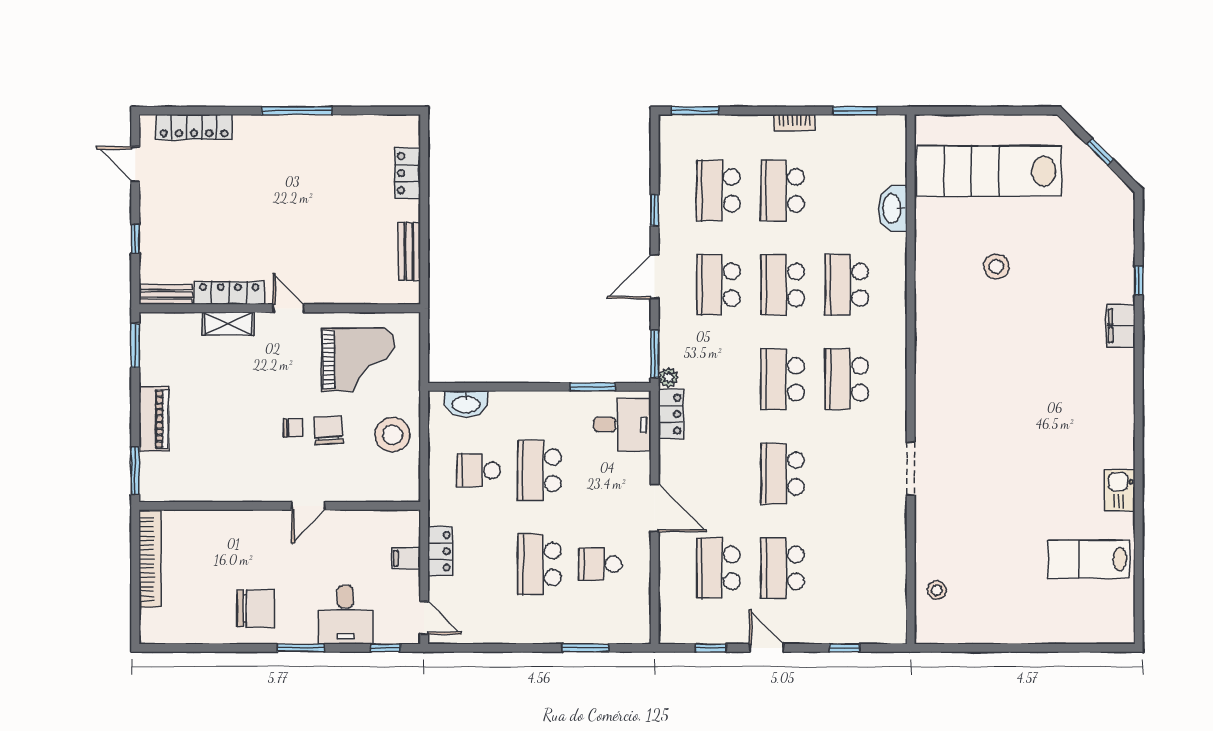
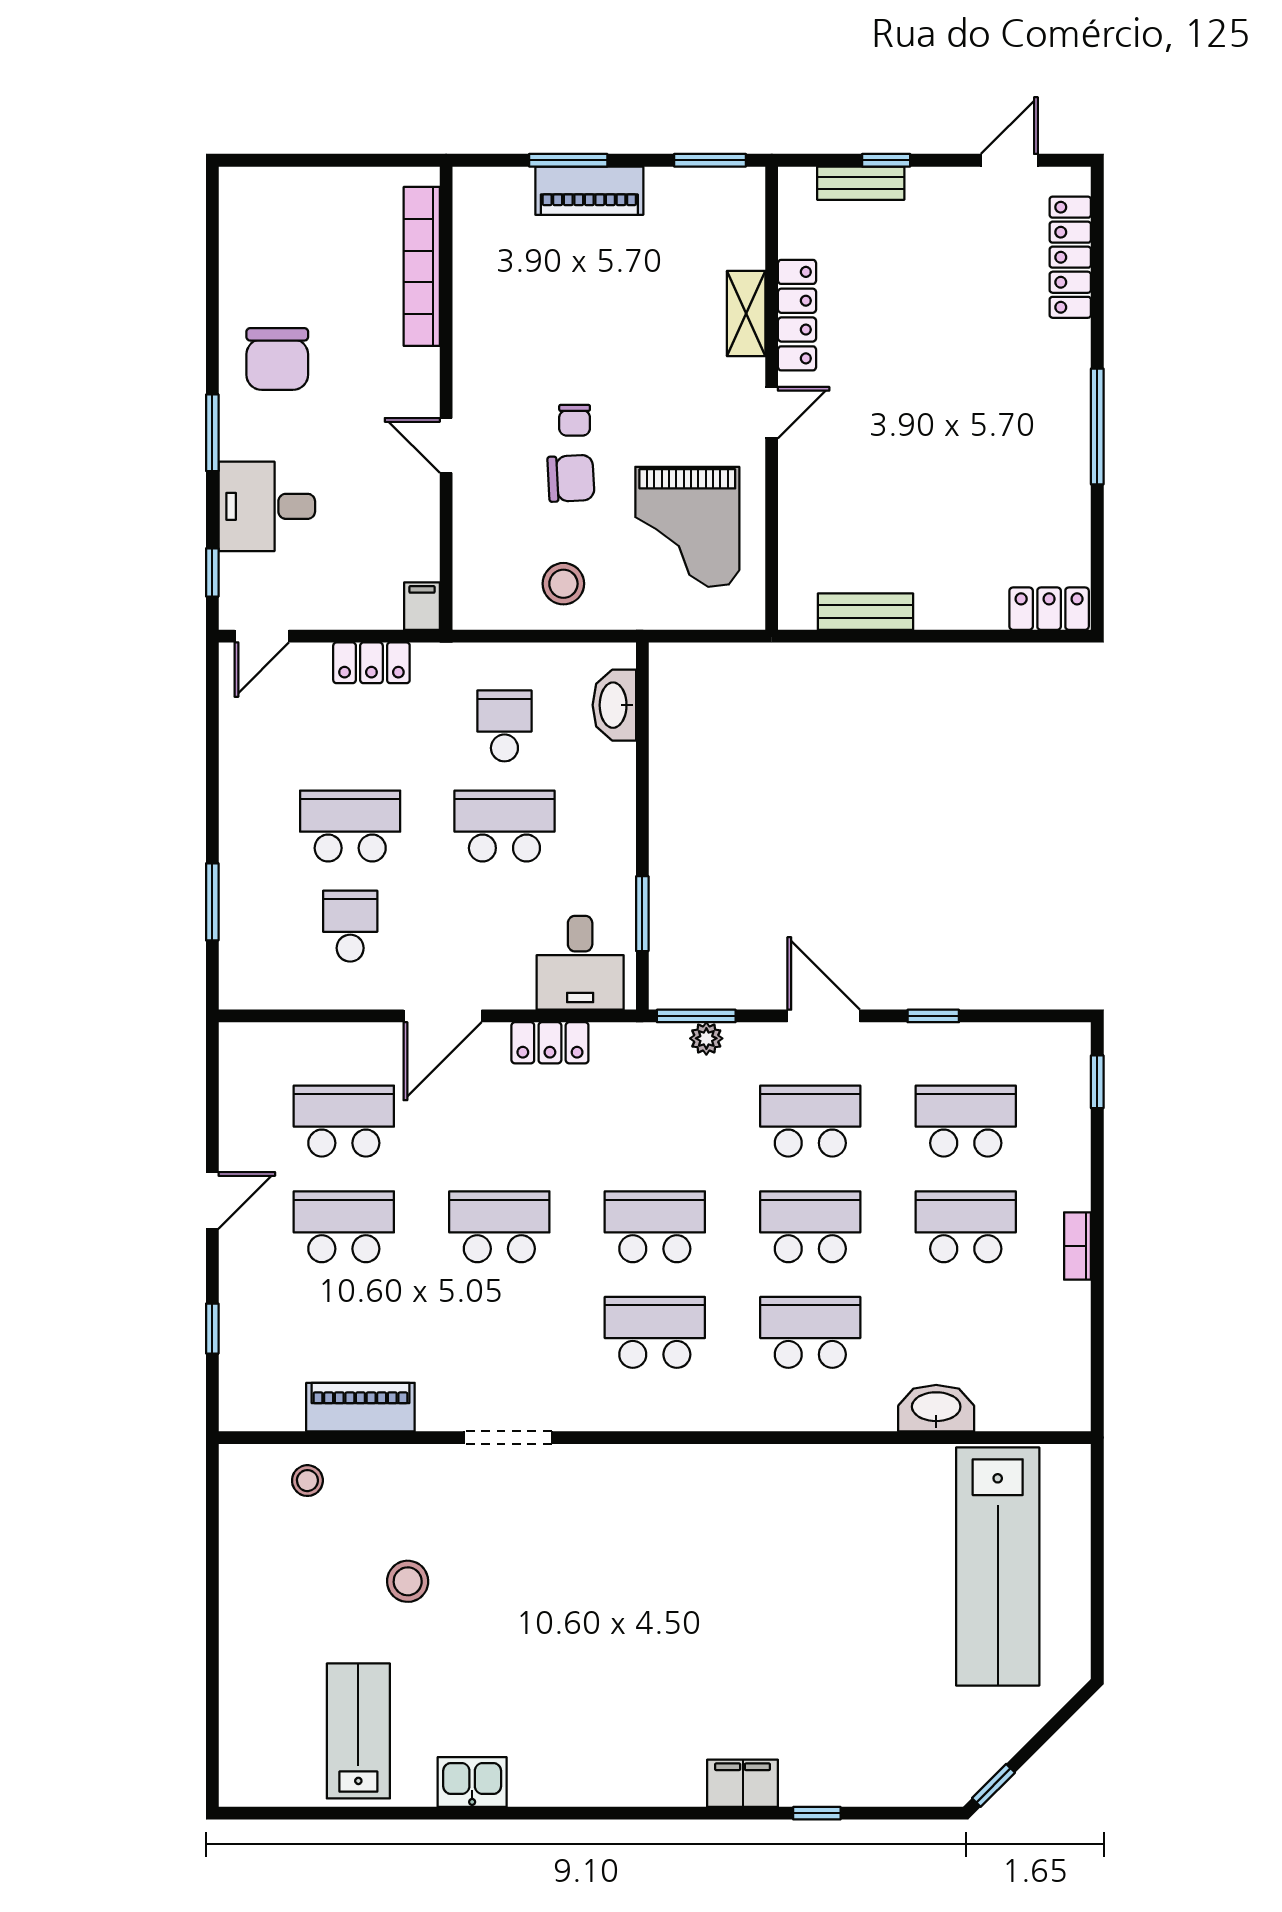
window: (695, 111) -> (1097, 1082), width x0.67
window: (855, 111) -> (1097, 1346), removed
window: (1100, 152) -> (993, 1785), moved
lab bench: (989, 171) -> (998, 1566), turned 180
locker: (407, 173) -> (1049, 609), moved
stool: (996, 266) -> (408, 1581), moved
bench: (166, 294) -> (861, 183), moved, turned 90
plant: (668, 377) -> (706, 1038), moved
locker: (671, 414) -> (550, 1043), moved
stool: (392, 435) -> (563, 584), width x0.73, depth x0.73
window: (135, 471) -> (568, 160), moved
filing cabinet: (406, 558) -> (422, 606), moved
piano: (892, 558) -> (360, 1407), added
bookcase: (150, 559) -> (422, 266), moved, turned 90
window: (711, 648) -> (212, 1108), removed

